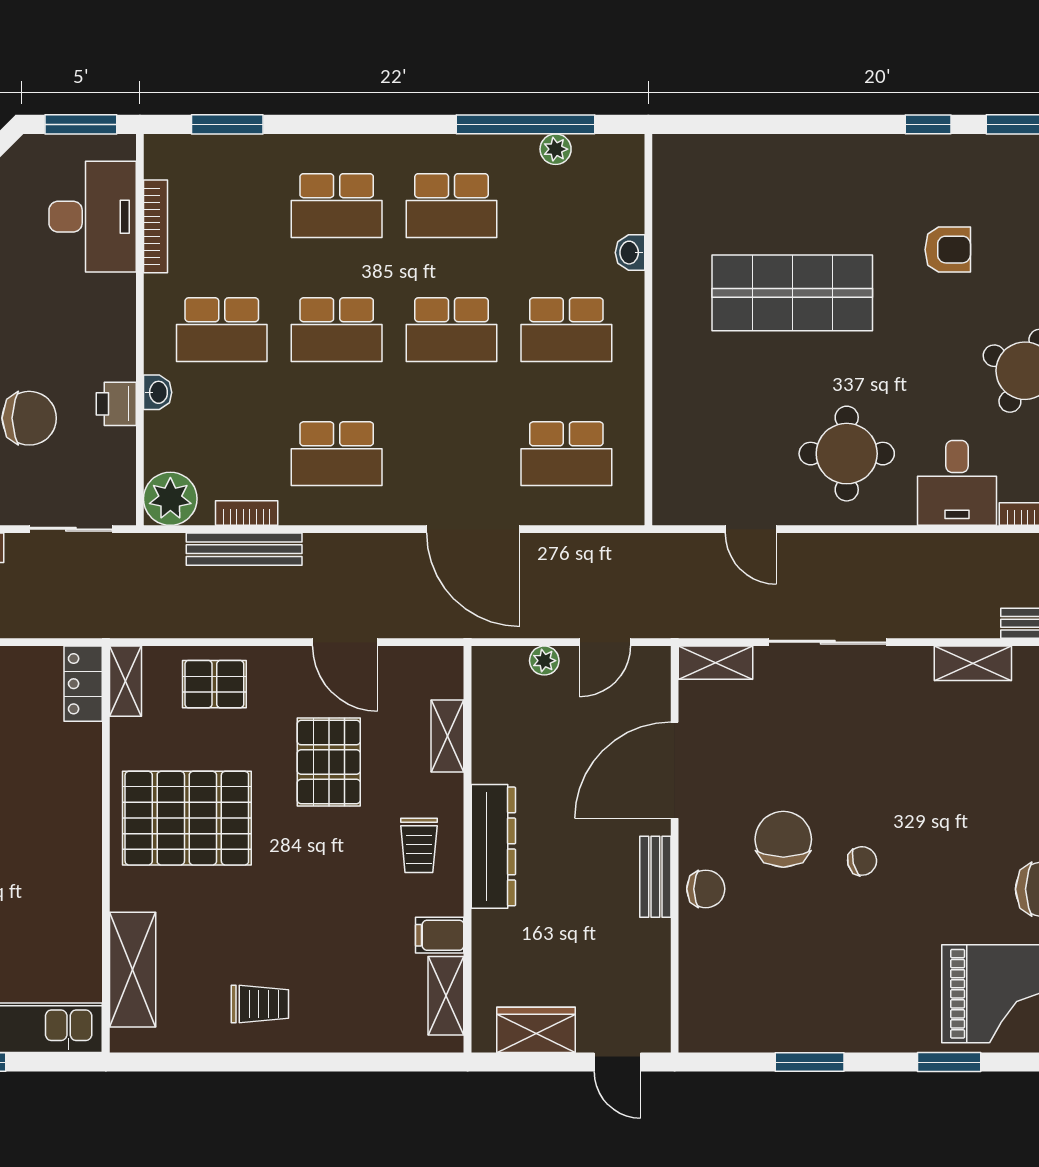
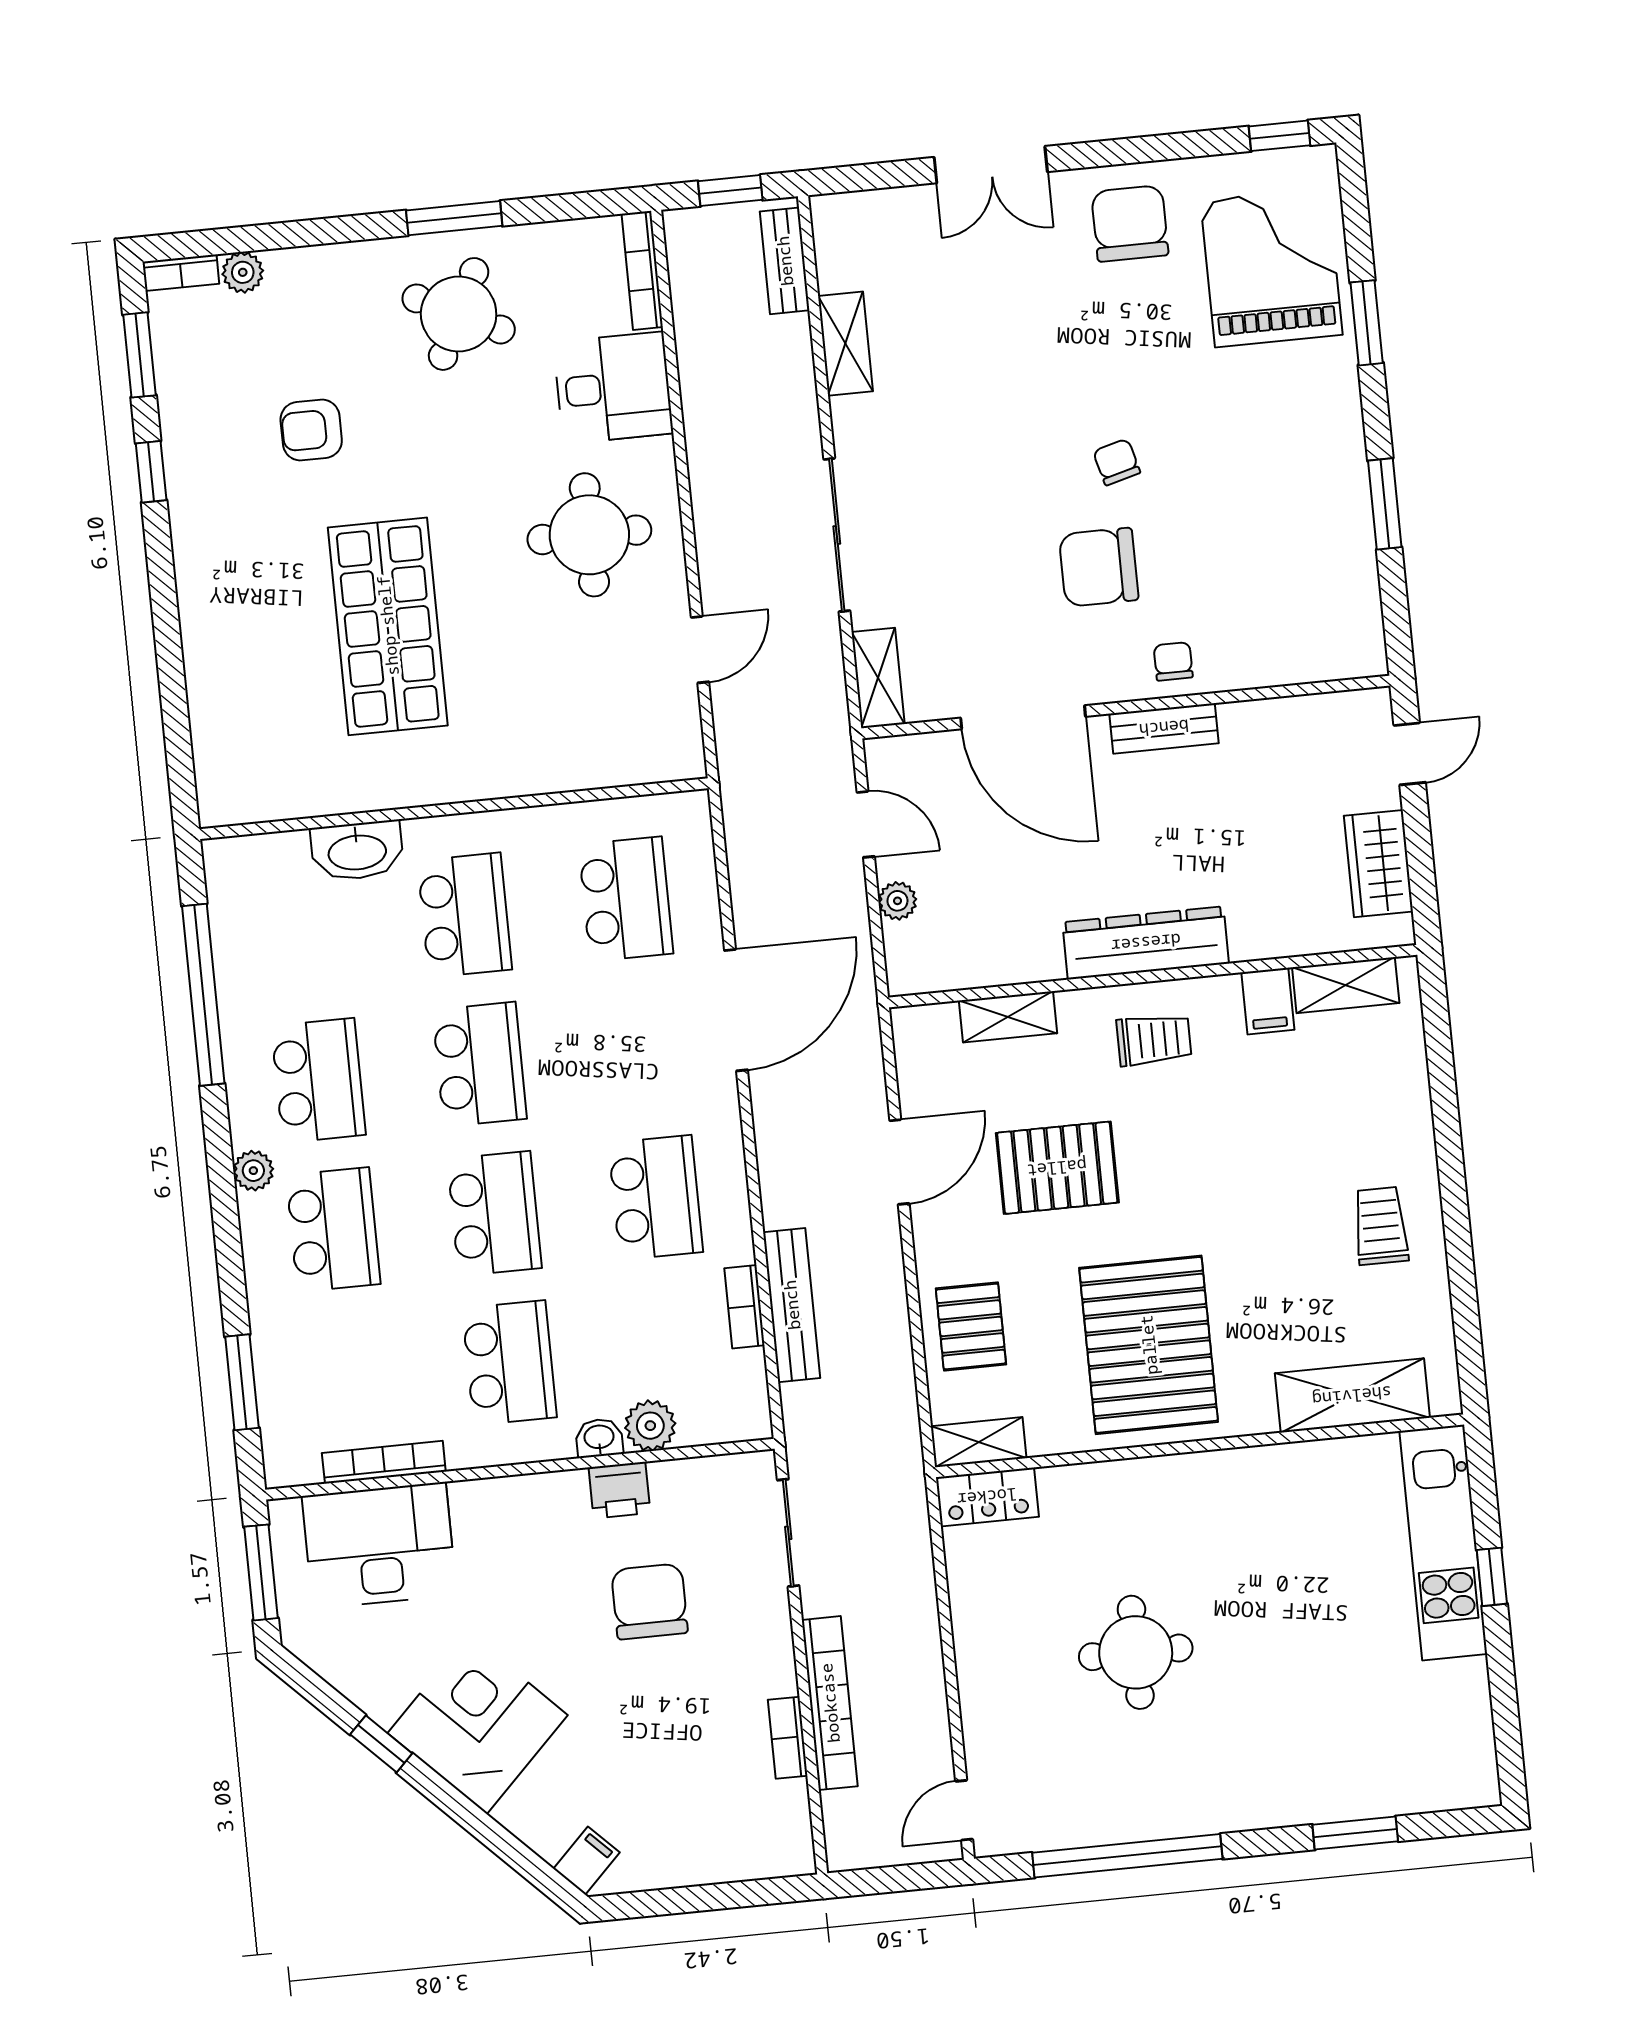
plant: (556, 149) -> (253, 1171), moved
armchair: (948, 250) -> (311, 430), turned -90
washbasin: (630, 253) -> (357, 851), width x1.91, depth x1.45
plant: (170, 499) -> (650, 1426), moved, width x0.73, depth x0.73
chair: (706, 889) -> (1173, 661), width x0.73, depth x0.73

